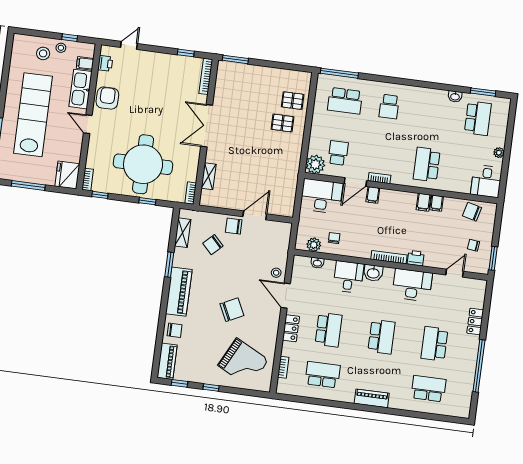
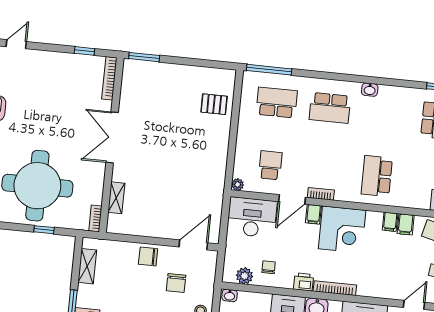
washbasin: (455, 96) -> (370, 90), moved
school desk: (345, 101) -> (277, 102), turned 180
school desk: (389, 107) -> (330, 108), width x1.85
pallet: (282, 123) -> (203, 131), removed
plant: (315, 164) -> (238, 184), width x0.53, depth x0.53
filing cabinet: (424, 202) -> (406, 224), moved
corner desk: (396, 208) -> (342, 230), added
door: (255, 215) -> (193, 245), moved
chair: (213, 245) -> (176, 283), moved, turned -46
printer: (416, 258) -> (304, 282), moved
washbasin: (317, 263) -> (230, 295), moved

